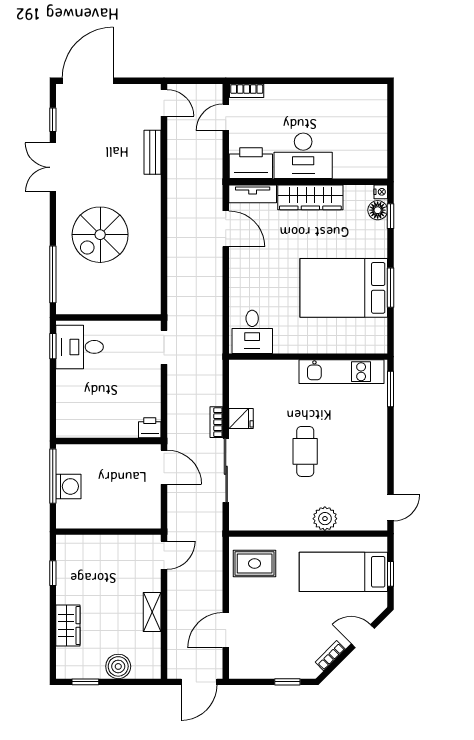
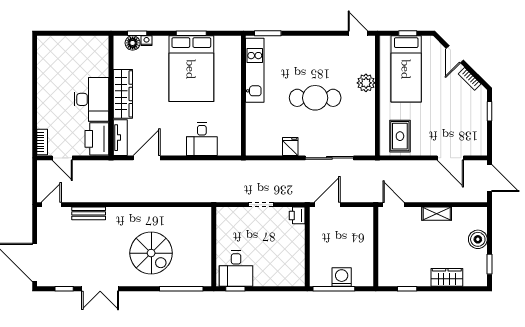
nightstand: (381, 192) -> (146, 41), moved
desk: (252, 332) -> (202, 139), moved, turned 90
doorway: (164, 347) -> (261, 205), moved
bookcase: (216, 422) -> (293, 165), removed
cafe table: (305, 451) -> (315, 98), width x1.37, depth x1.35

